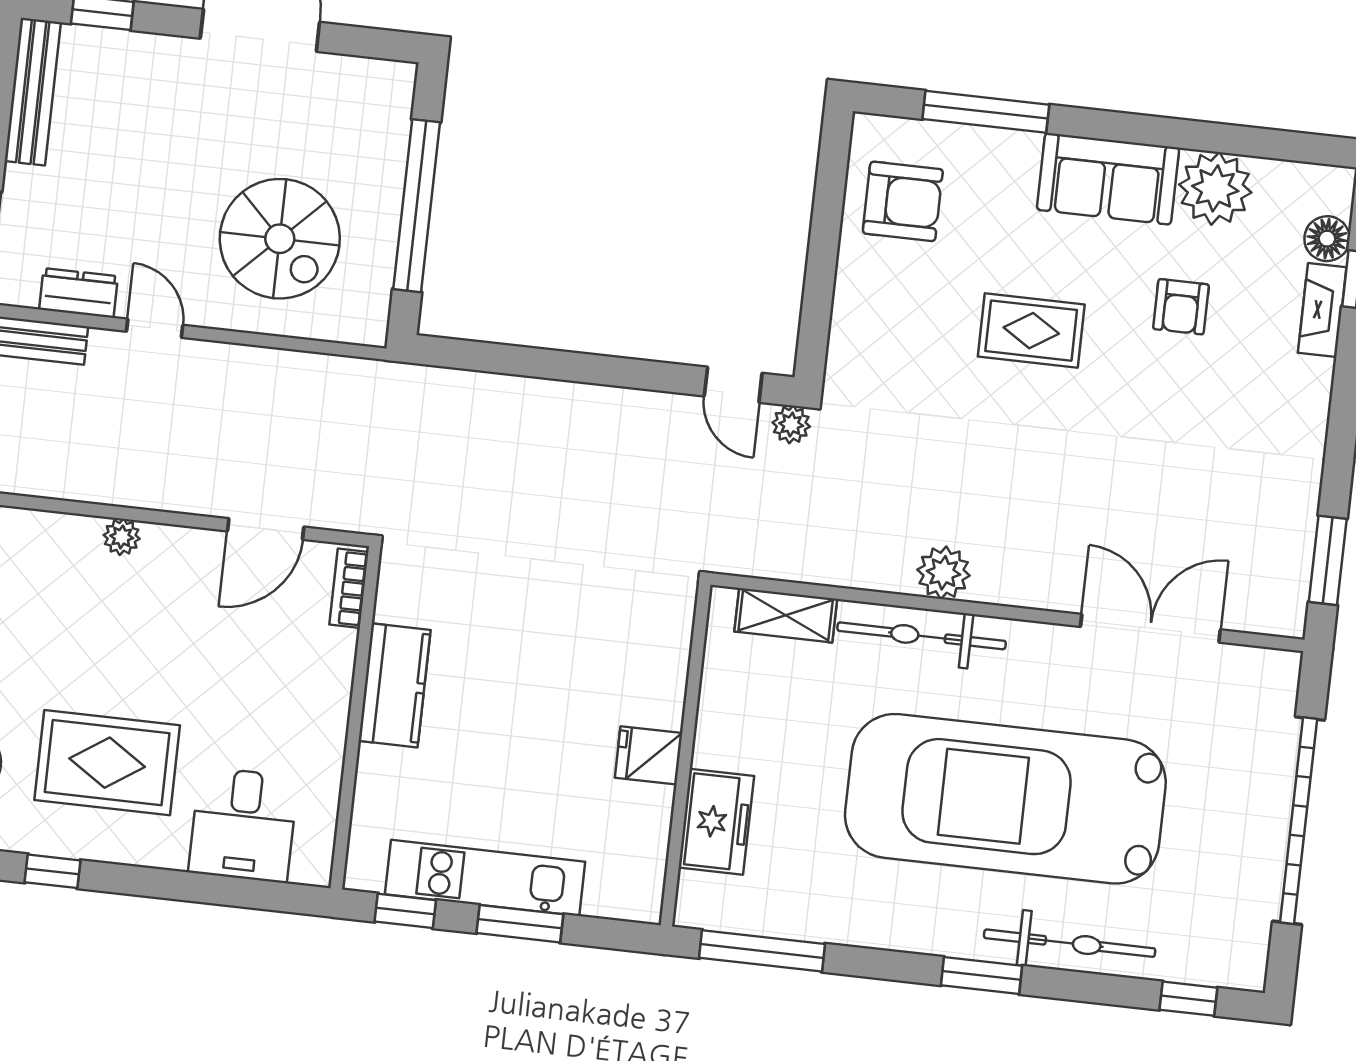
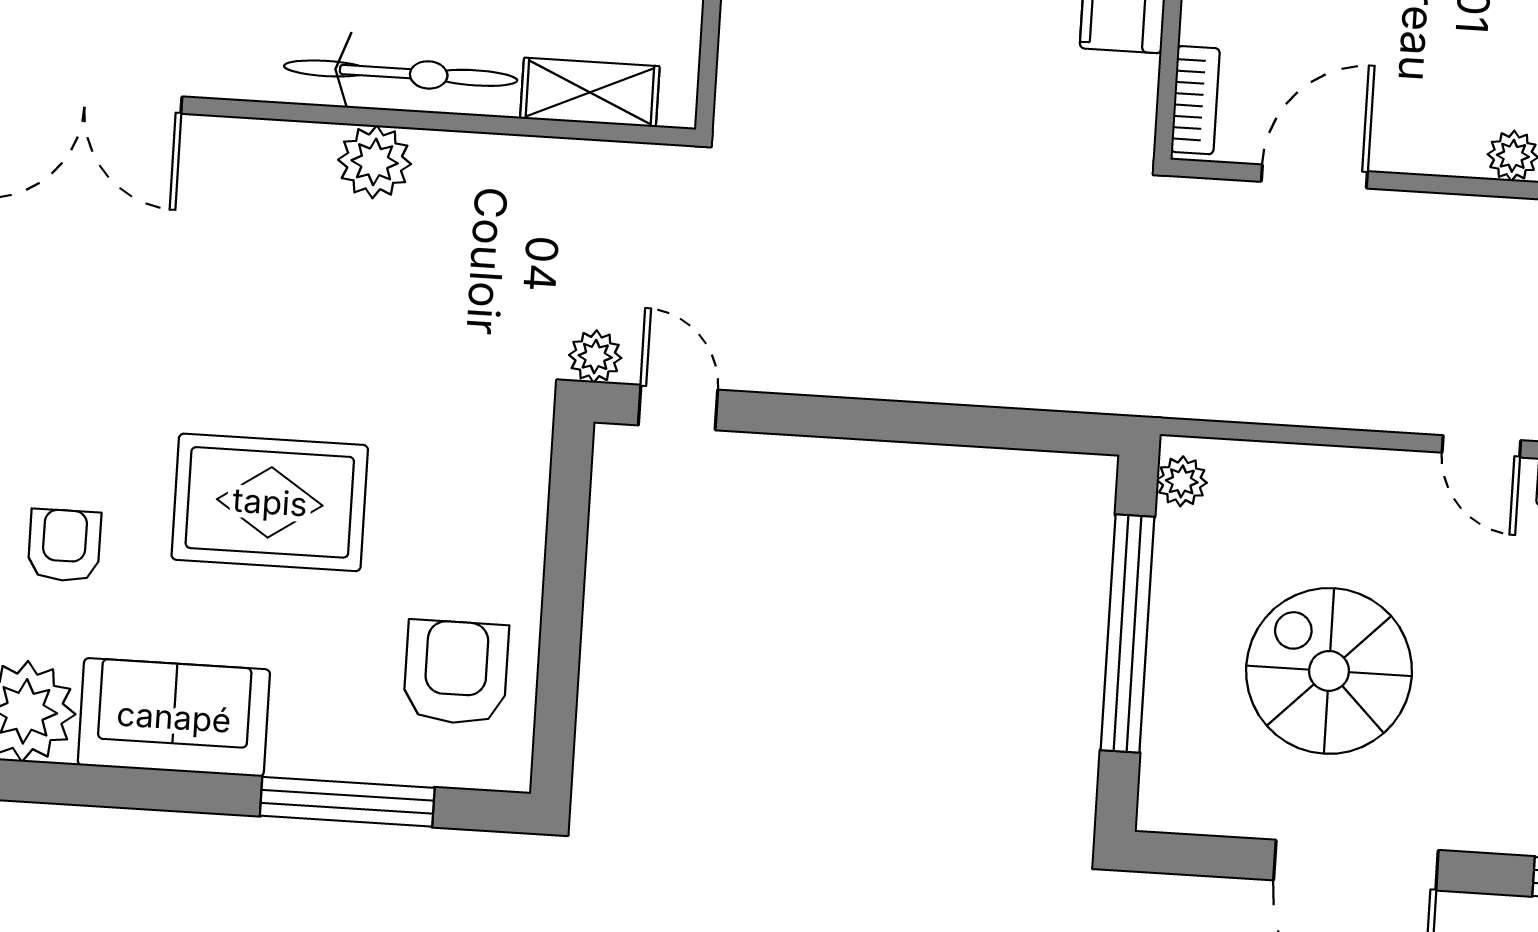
armchair: (903, 201) -> (456, 672), turned 90
spiral stairs: (280, 239) -> (1329, 671), moved
plant: (372, 314) -> (1182, 481), added
rug: (1031, 331) -> (270, 502), width x1.36, depth x1.43

